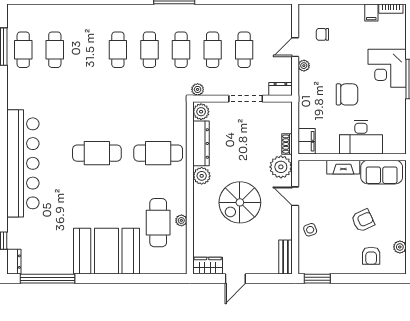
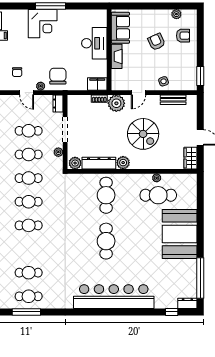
plant: (198, 89) -> (58, 152), moved
chair: (347, 94) -> (58, 76), moved
bench: (286, 257) -> (173, 100), moved

